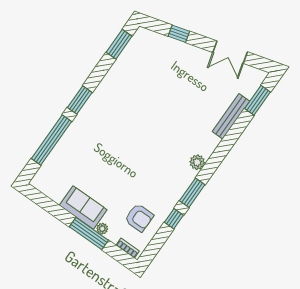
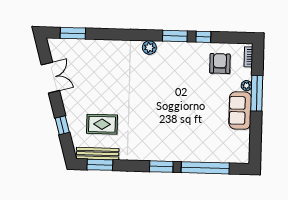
rug: (155, 71) -> (102, 124), added
bench: (231, 116) -> (98, 154), moved

